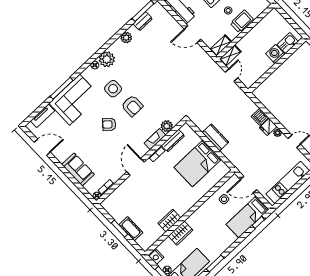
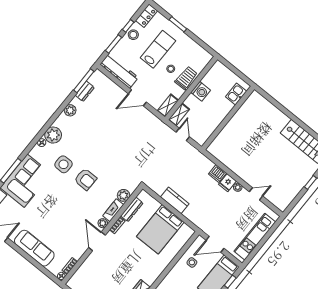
washing machine: (275, 54) -> (201, 91), moved, turned 180
armchair: (109, 124) -> (64, 201), removed
plant: (143, 150) -> (103, 223), added
sofa: (78, 169) -> (34, 248), width x1.36

